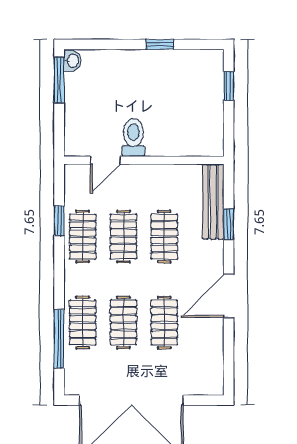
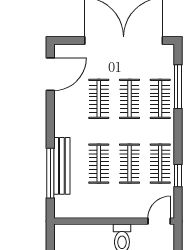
door: (105, 160) -> (159, 221), moved
bench: (213, 202) -> (62, 166), moved
window: (229, 224) -> (50, 173), width x2.17
door: (229, 296) -> (50, 74), moved

